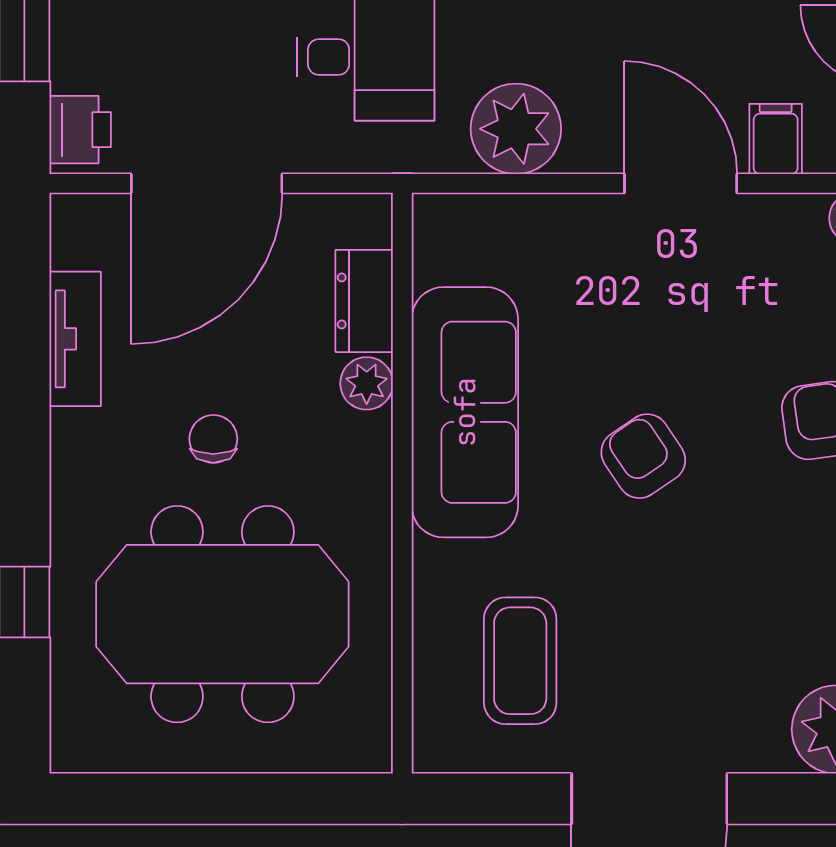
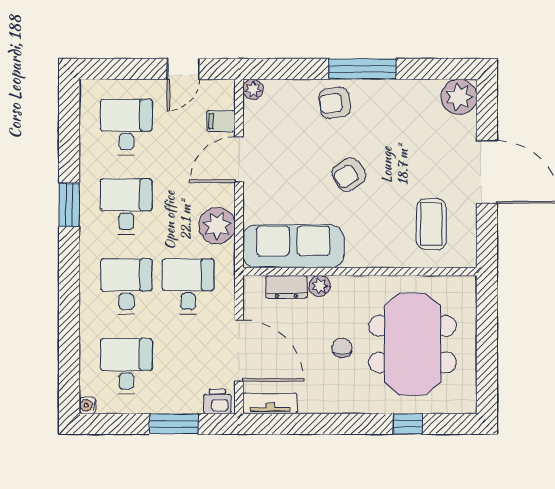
tv unit: (75, 339) -> (270, 403), moved
sofa: (465, 412) -> (293, 246), moved
chair: (213, 439) -> (342, 348), turned 90
coffee table: (520, 661) -> (431, 224), turned 90

